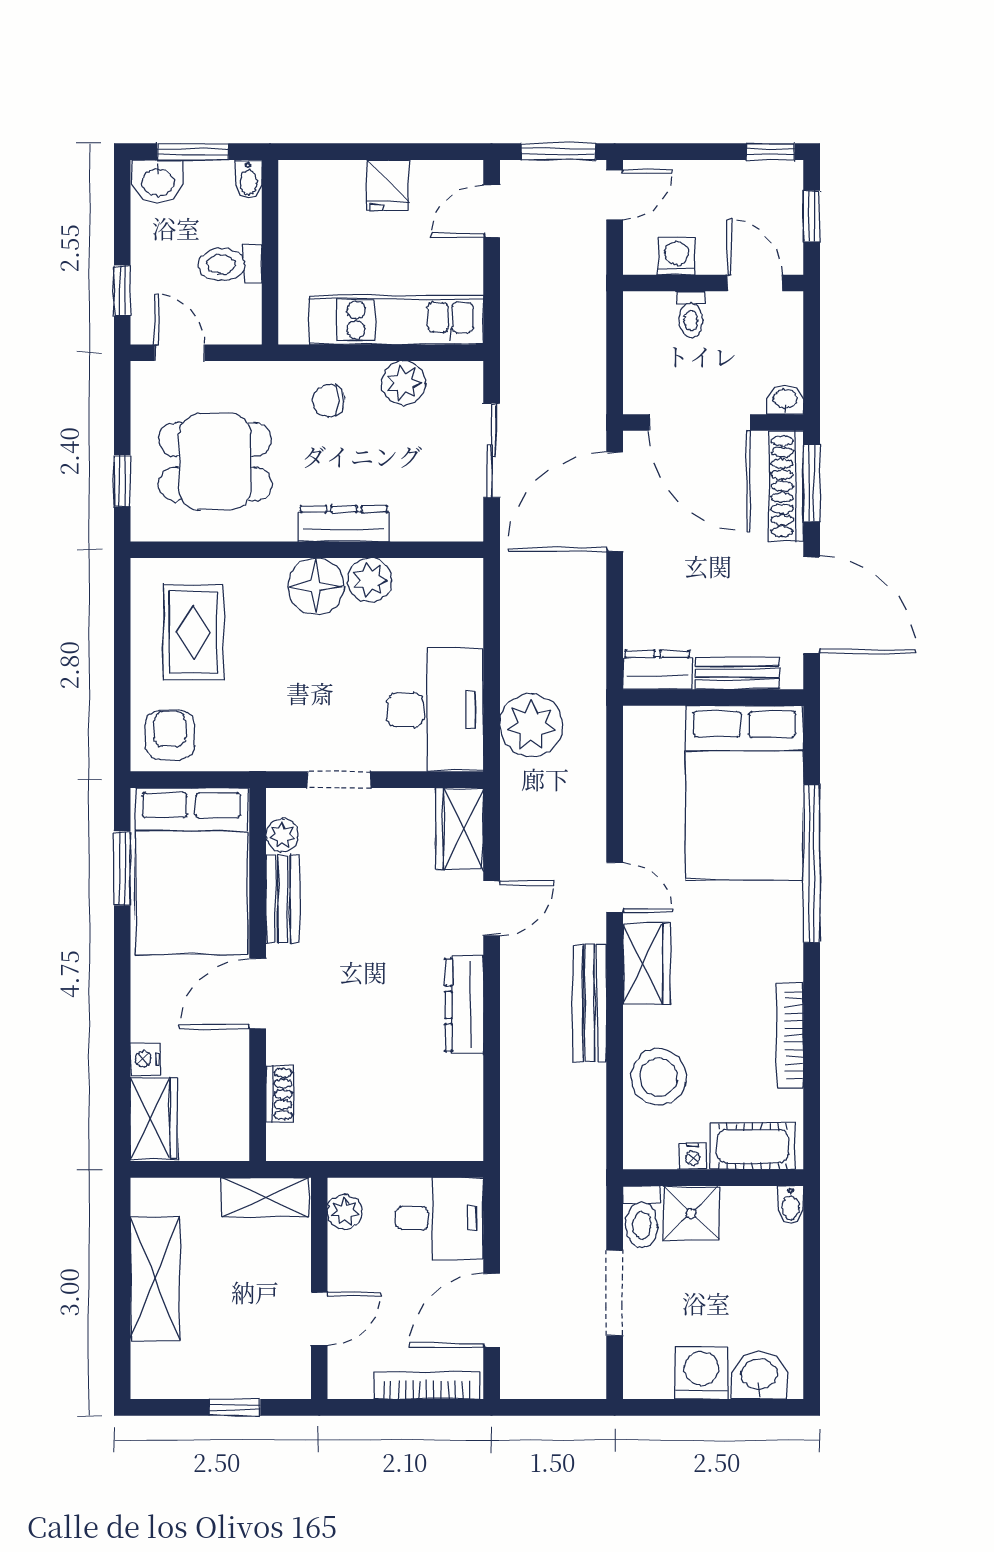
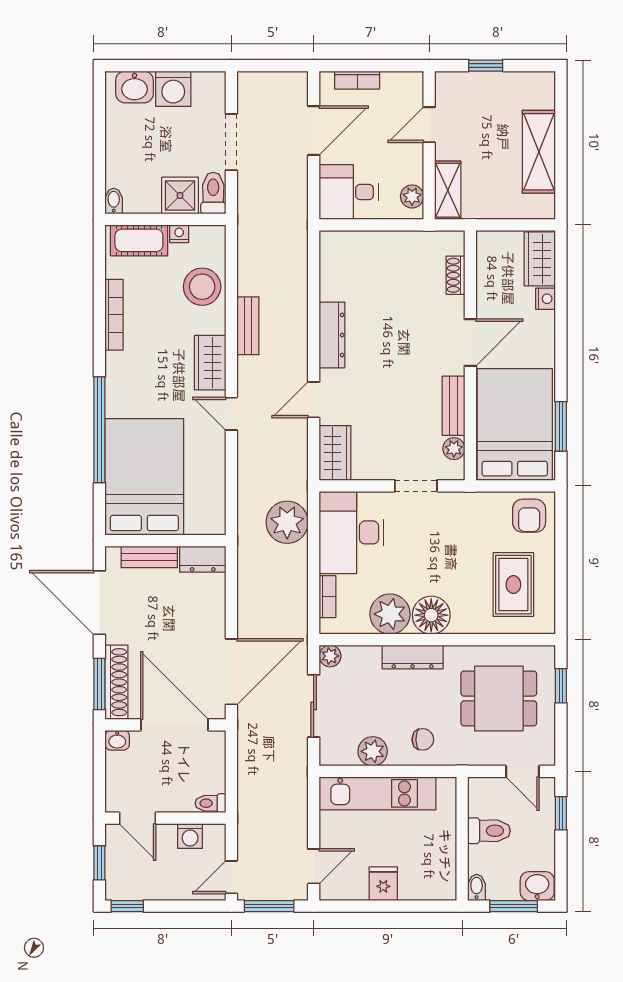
toilet: (691, 314) -> (210, 803), moved, turned -90
plant: (467, 525) -> (330, 656), added
plant: (370, 580) -> (390, 614), width x1.36, depth x1.36
bookcase: (471, 614) -> (328, 597), added
bench: (590, 1003) -> (248, 326), width x0.73
shelving: (265, 1197) -> (448, 190), moved, turned 90
bookcase: (427, 1386) -> (357, 80), width x0.64

